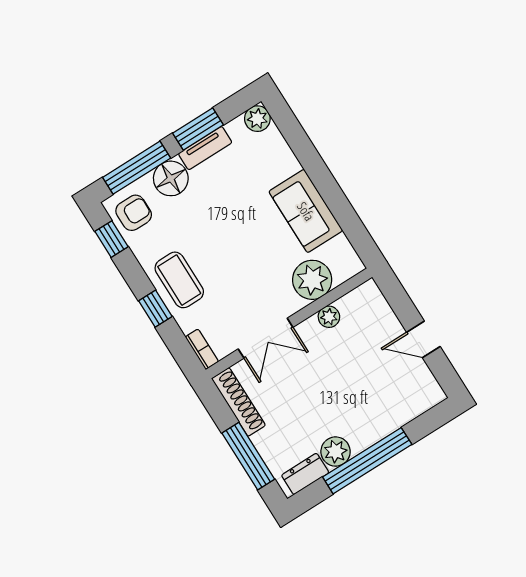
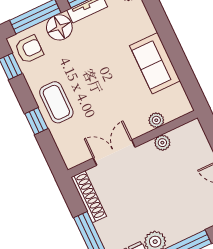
plant: (312, 280) -> (156, 120), width x0.53, depth x0.53
double door: (266, 338) -> (114, 153), swing flipped
bookcase: (202, 349) -> (67, 155), removed

